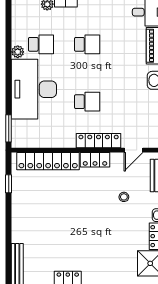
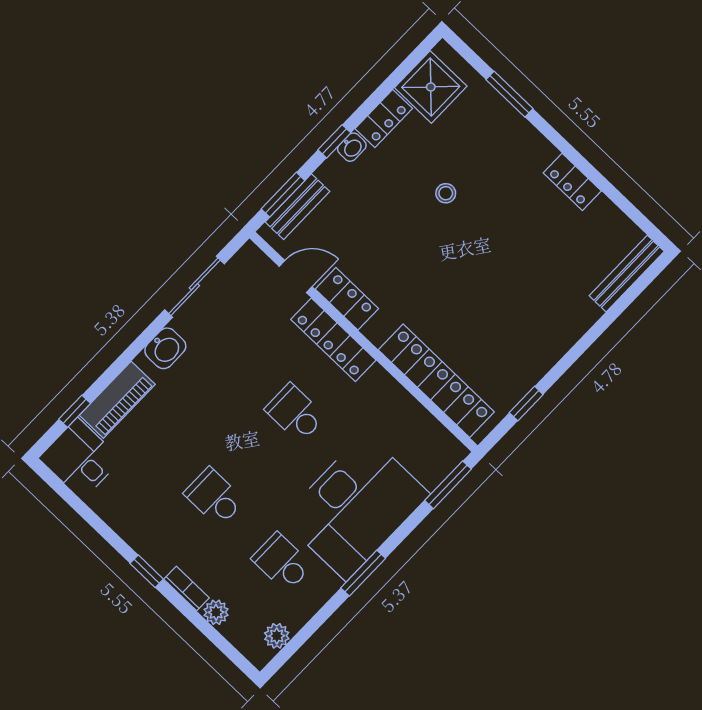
plant: (18, 52) -> (277, 636), moved
window: (9, 68) -> (363, 573), added
locker: (95, 160) -> (347, 299), moved
stool: (124, 197) -> (446, 193), moved

